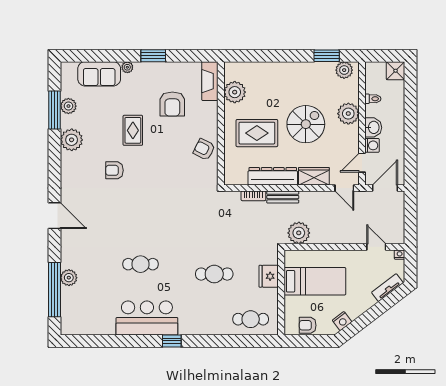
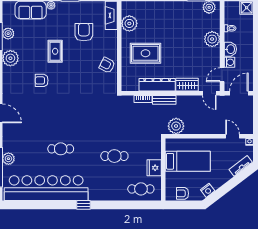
armchair: (172, 104) -> (84, 32), turned 180
spiral stairs: (306, 124) -> (181, 47), removed
fridge: (269, 276) -> (154, 168), moved
bar counter: (147, 318) -> (46, 188), width x1.86

